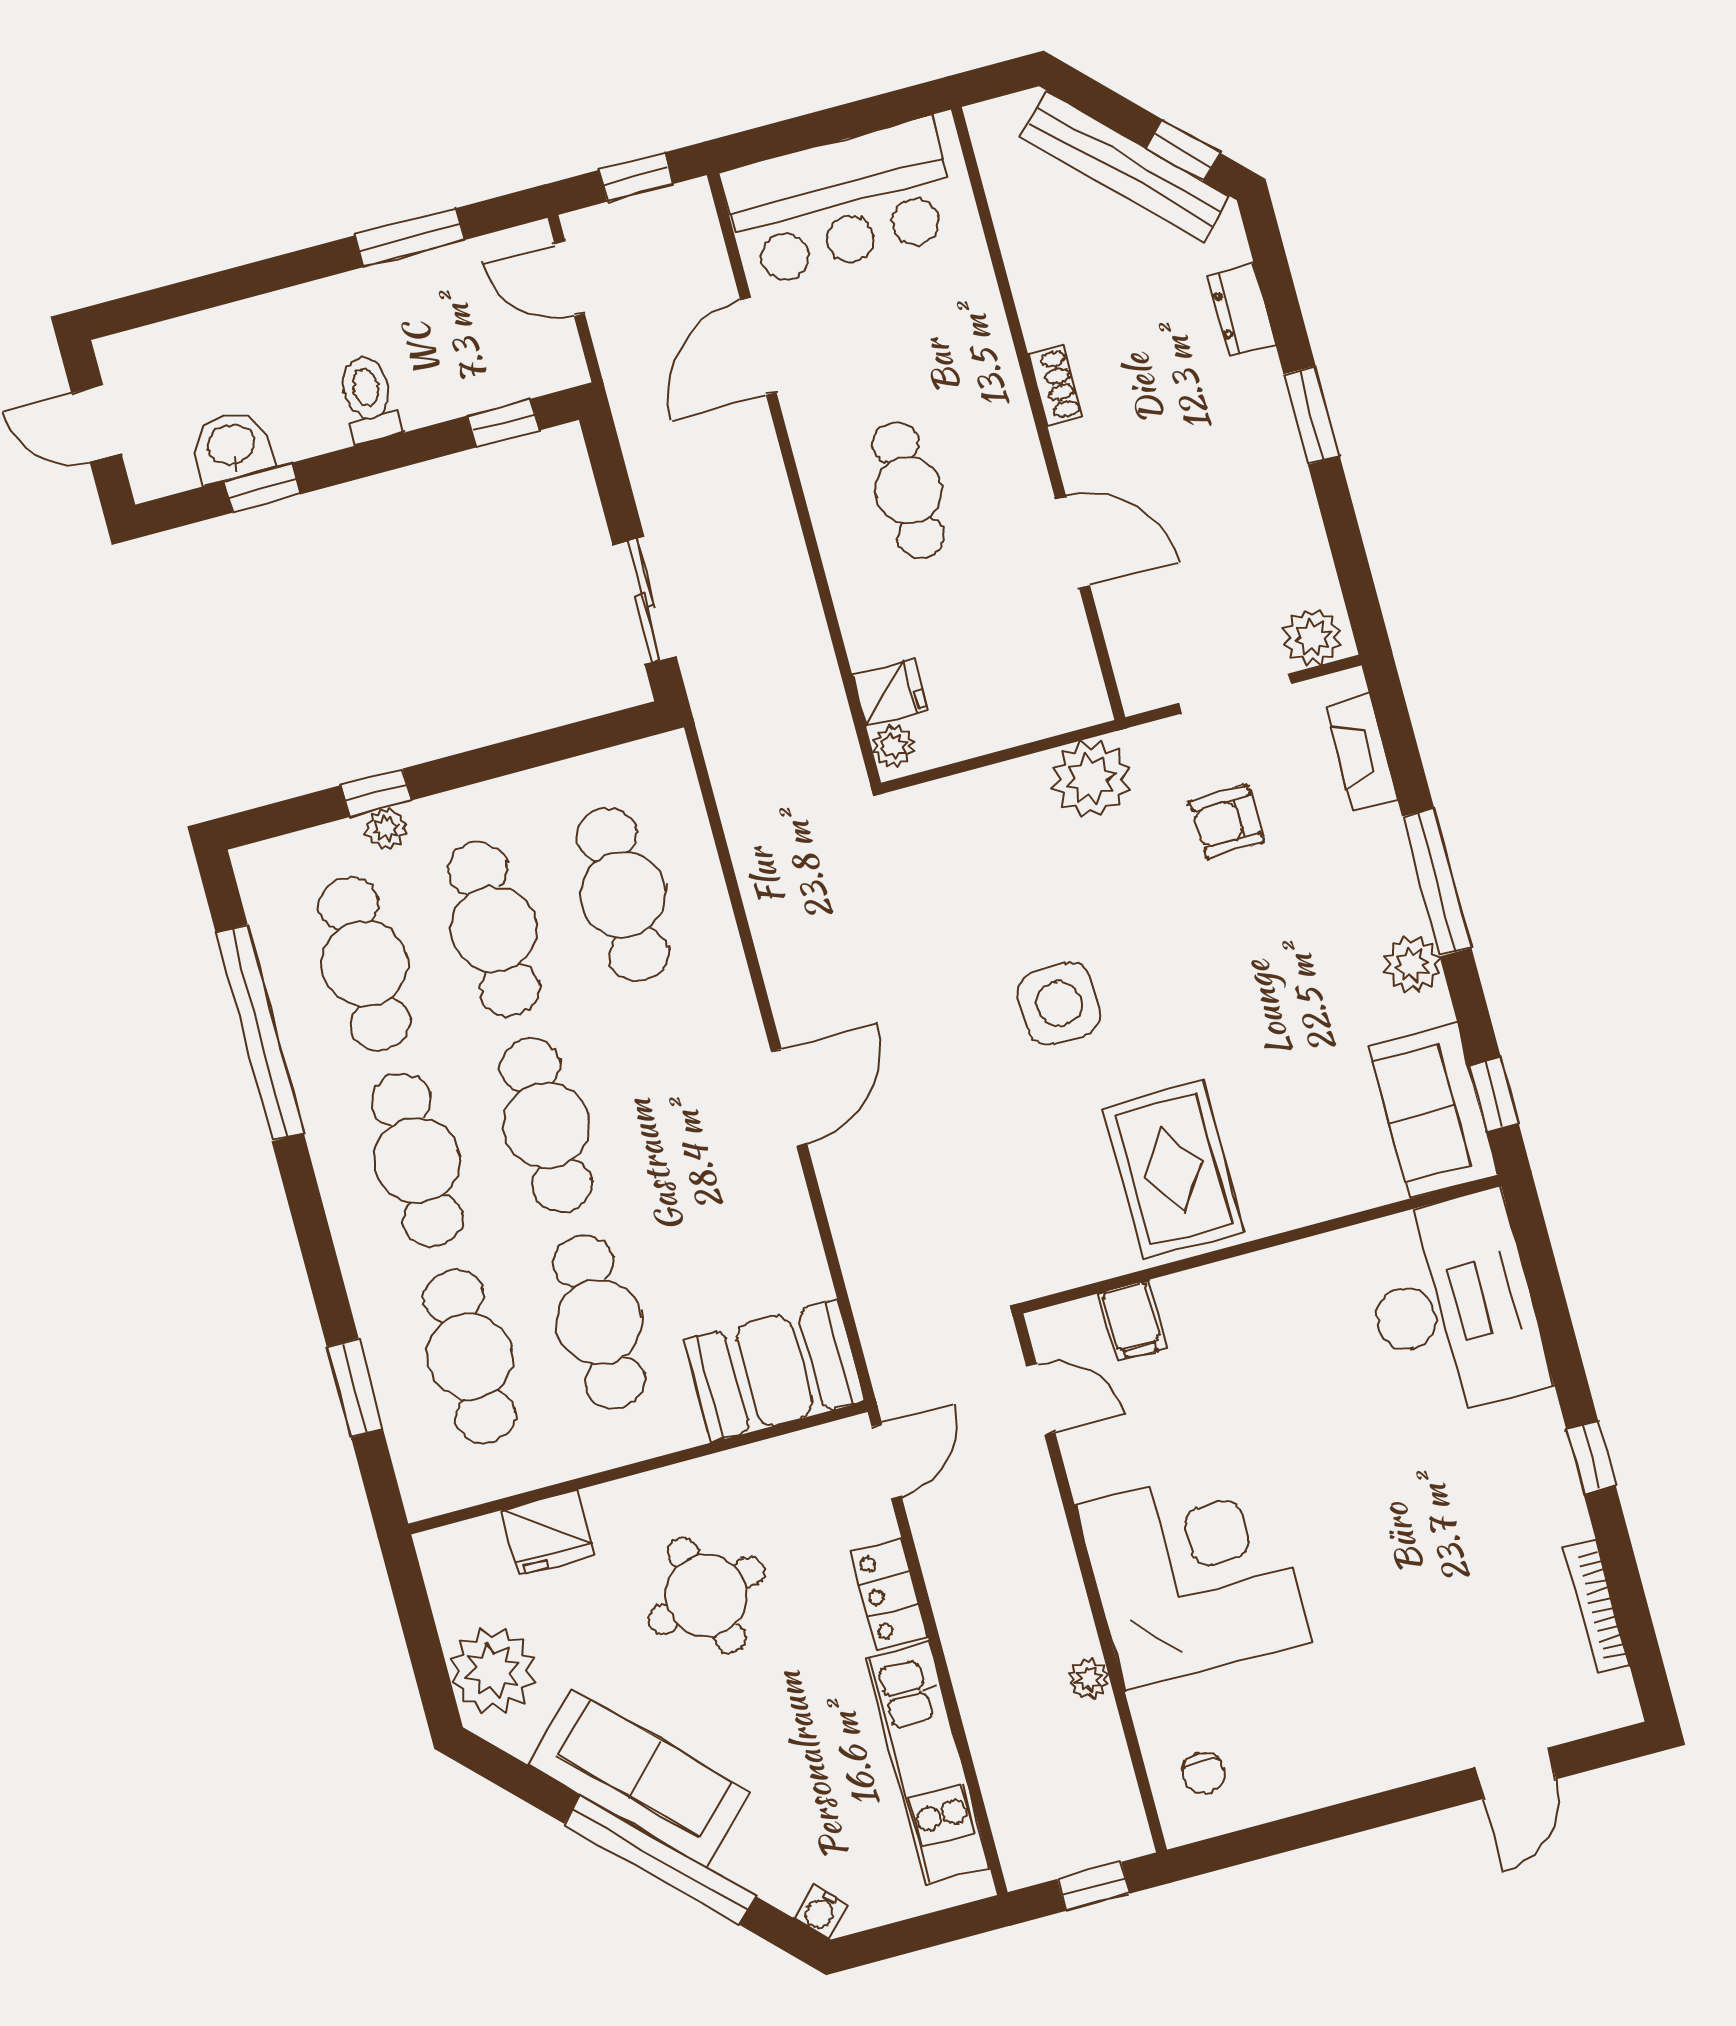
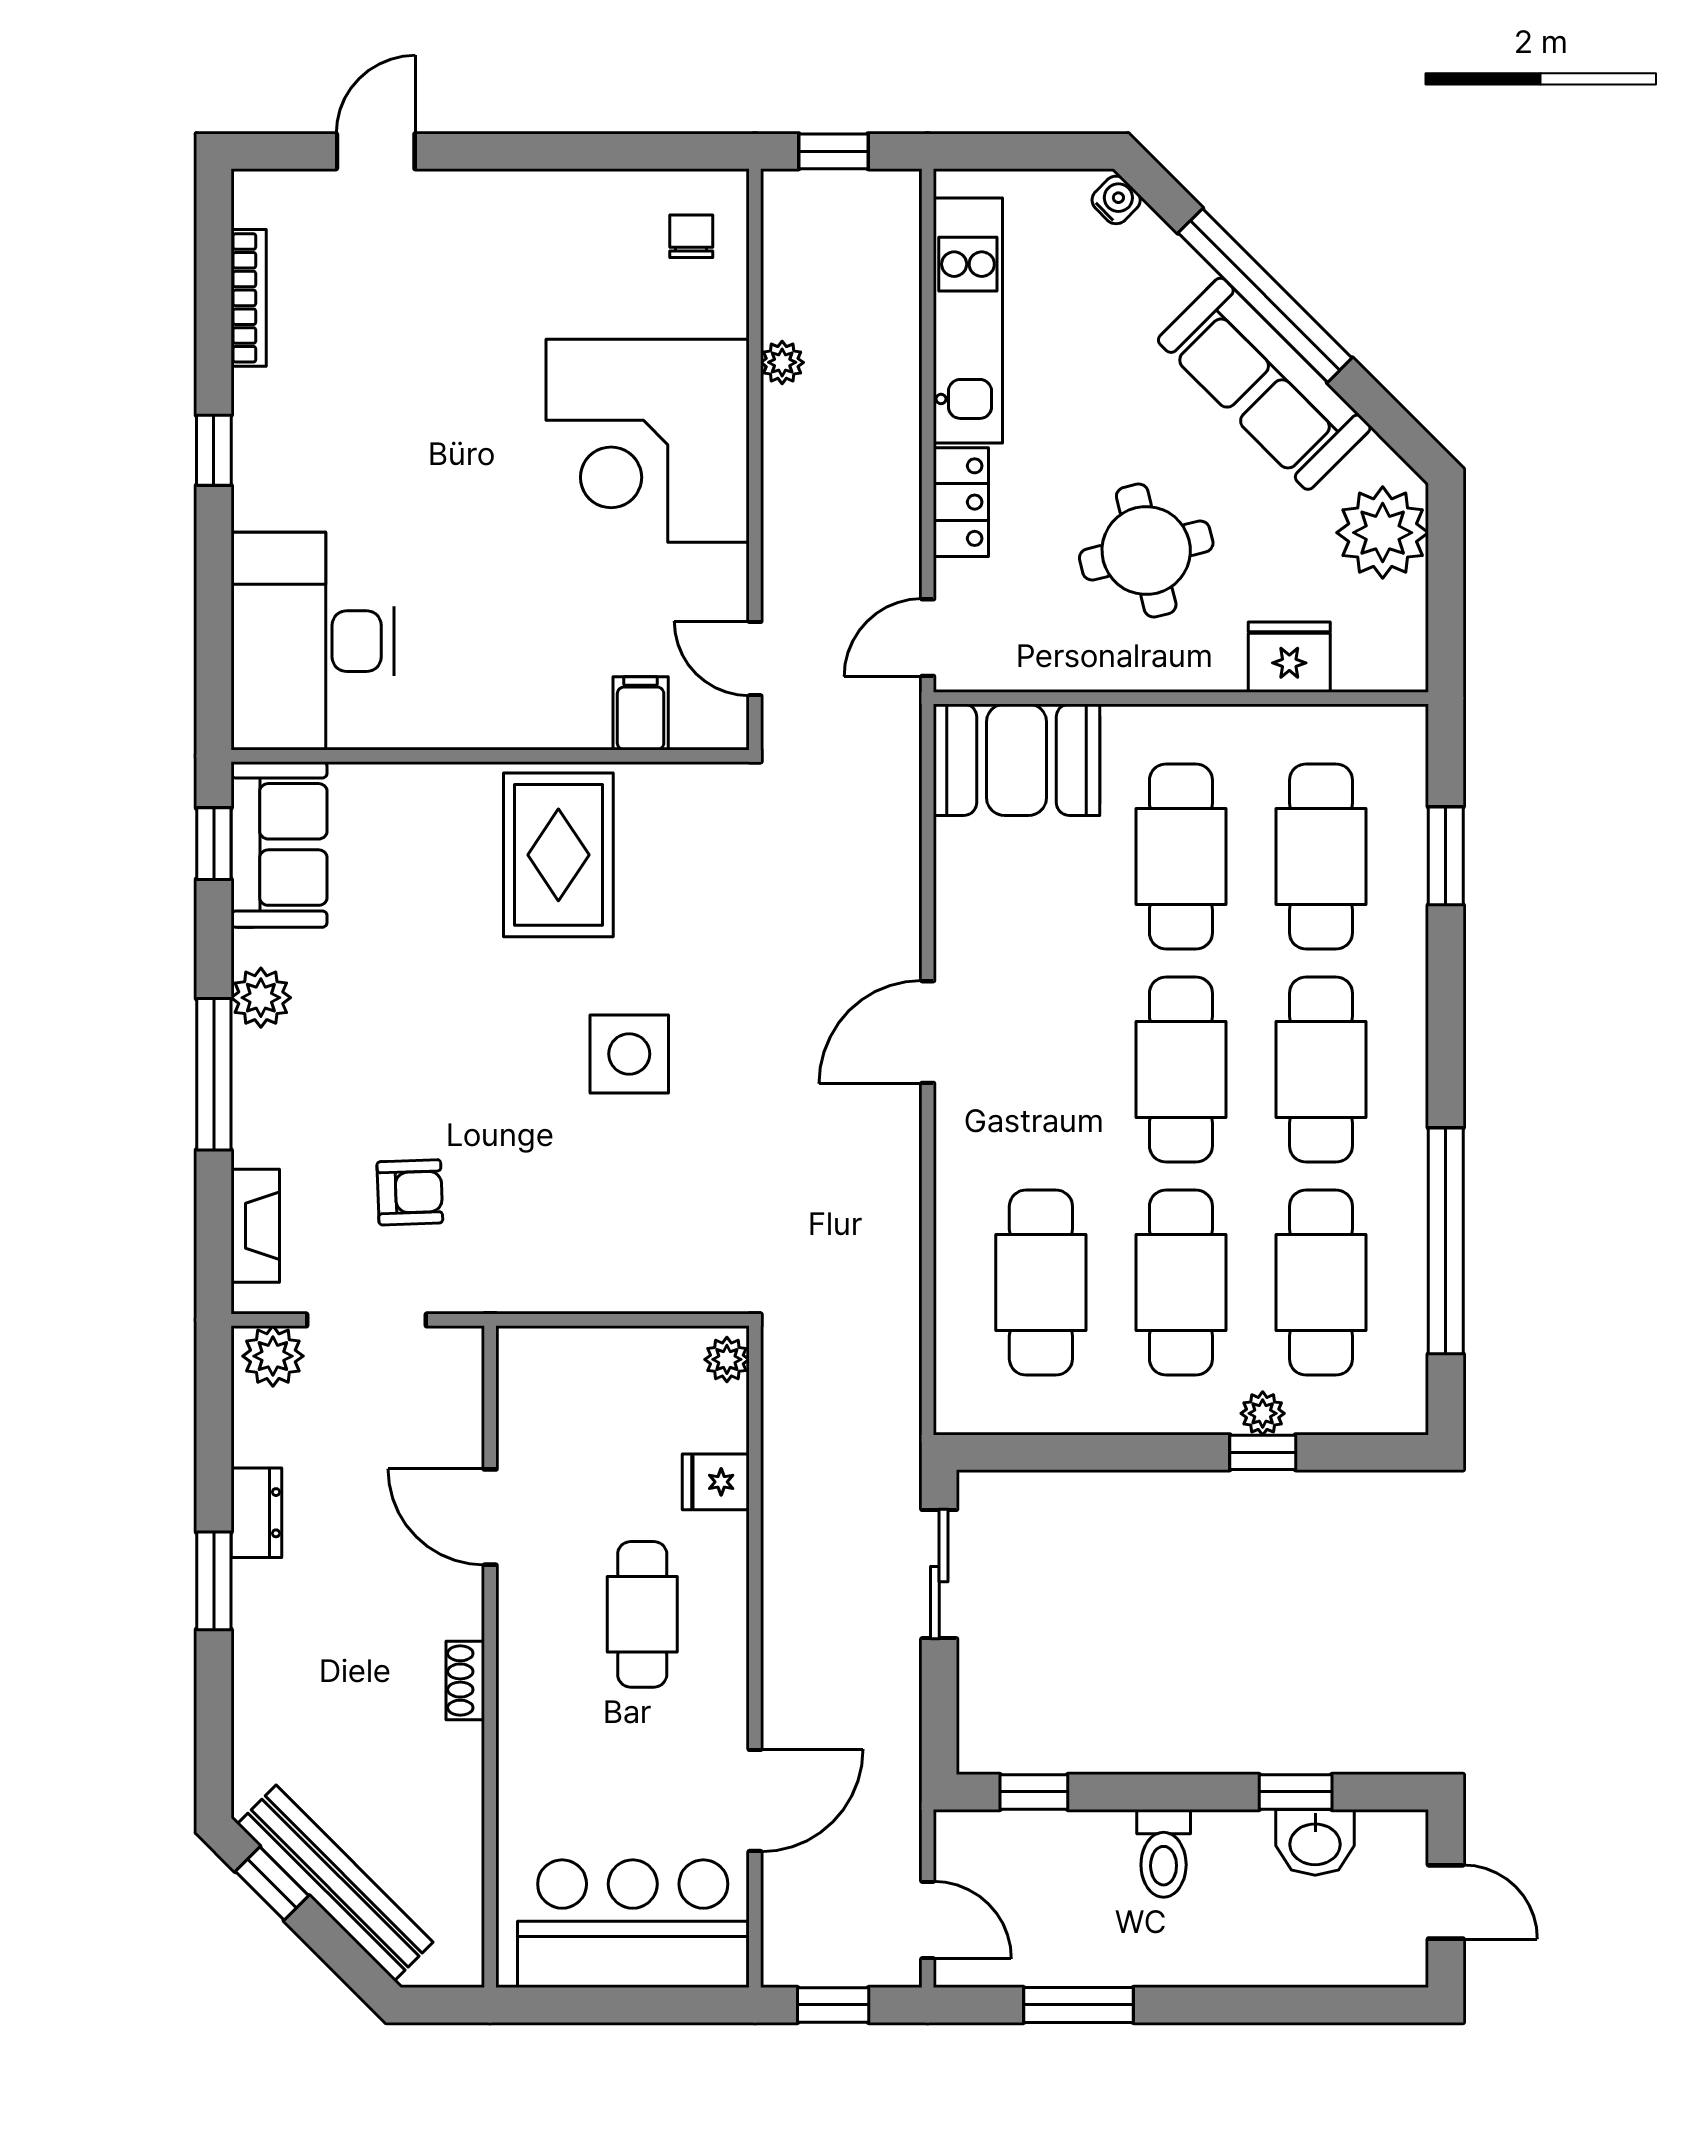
dresser: (1242, 310) -> (256, 1513), moved
fridge: (890, 693) -> (716, 1482), moved
plant: (1091, 779) -> (536, 1273), removed

